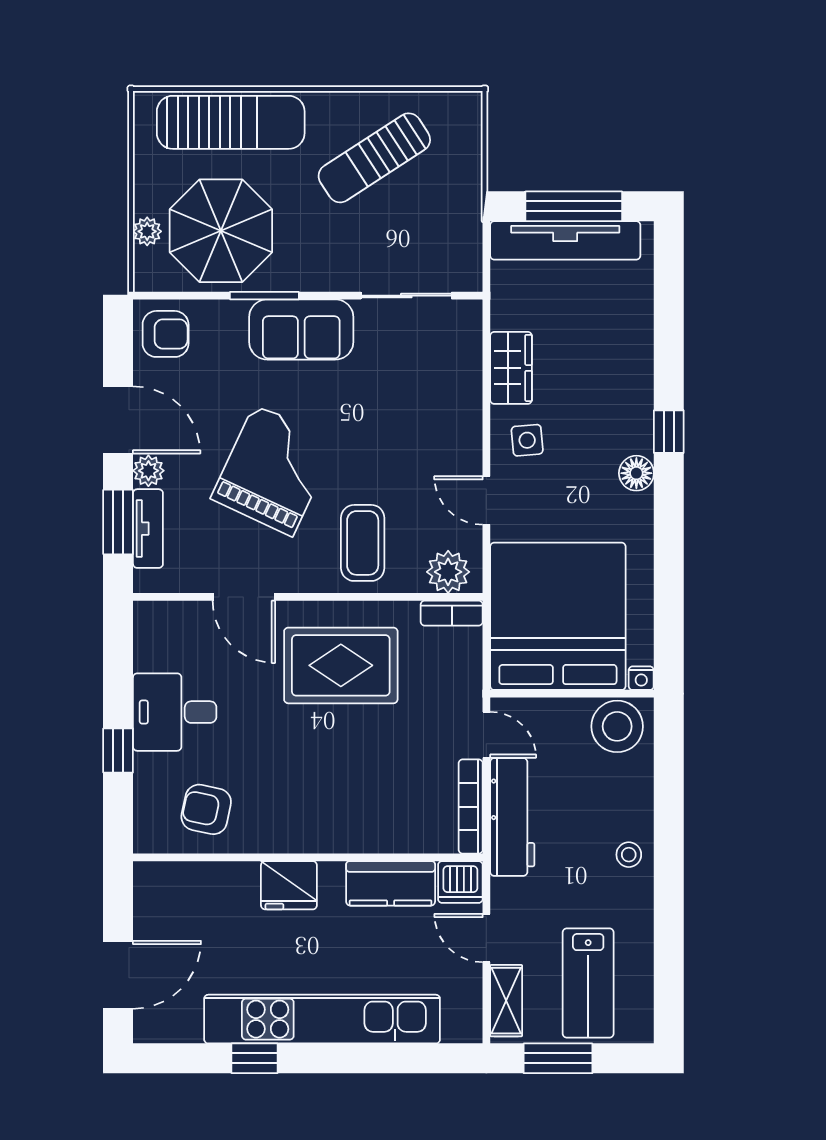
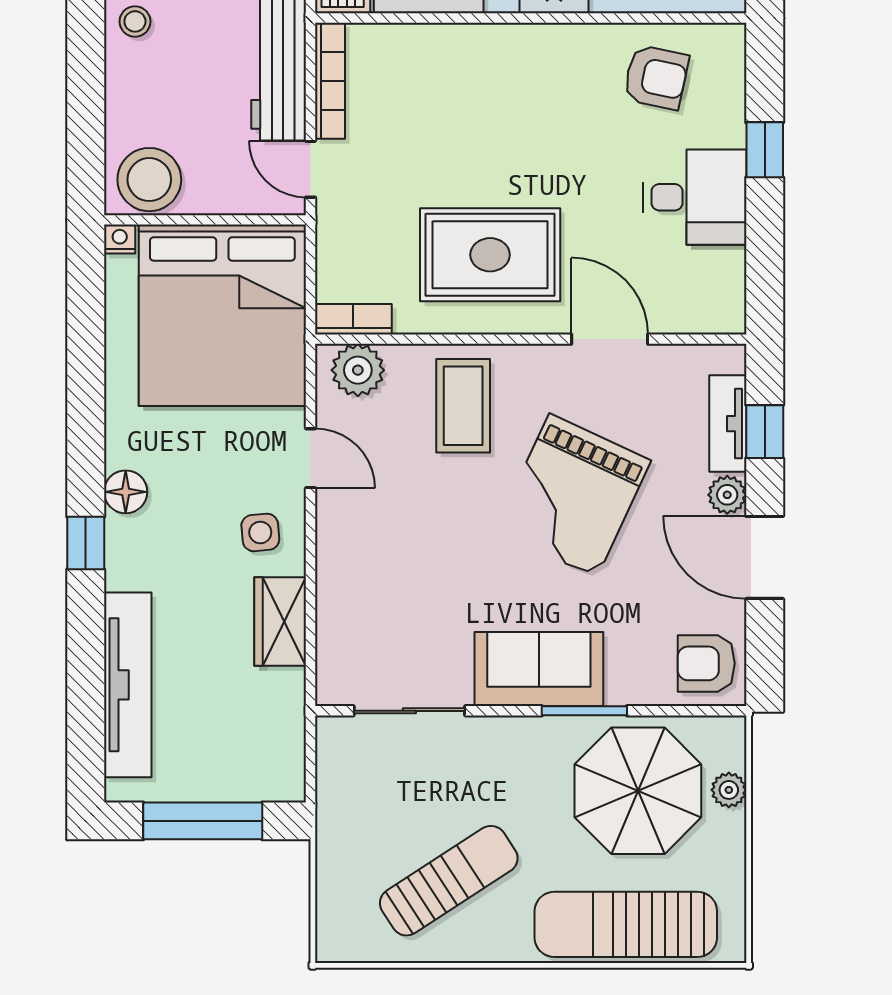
tv unit: (565, 240) -> (128, 685), moved, turned 90
window: (118, 522) -> (765, 432), width x0.67

